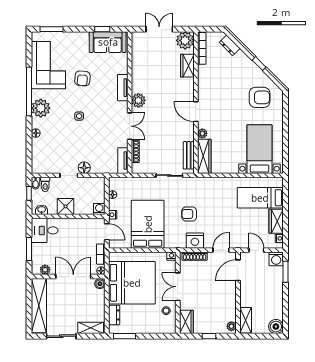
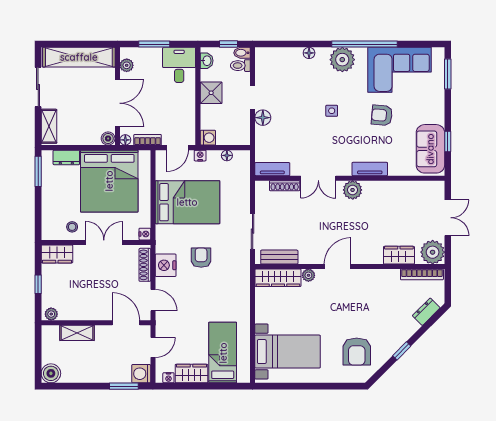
shelving: (246, 320) -> (77, 333), moved

